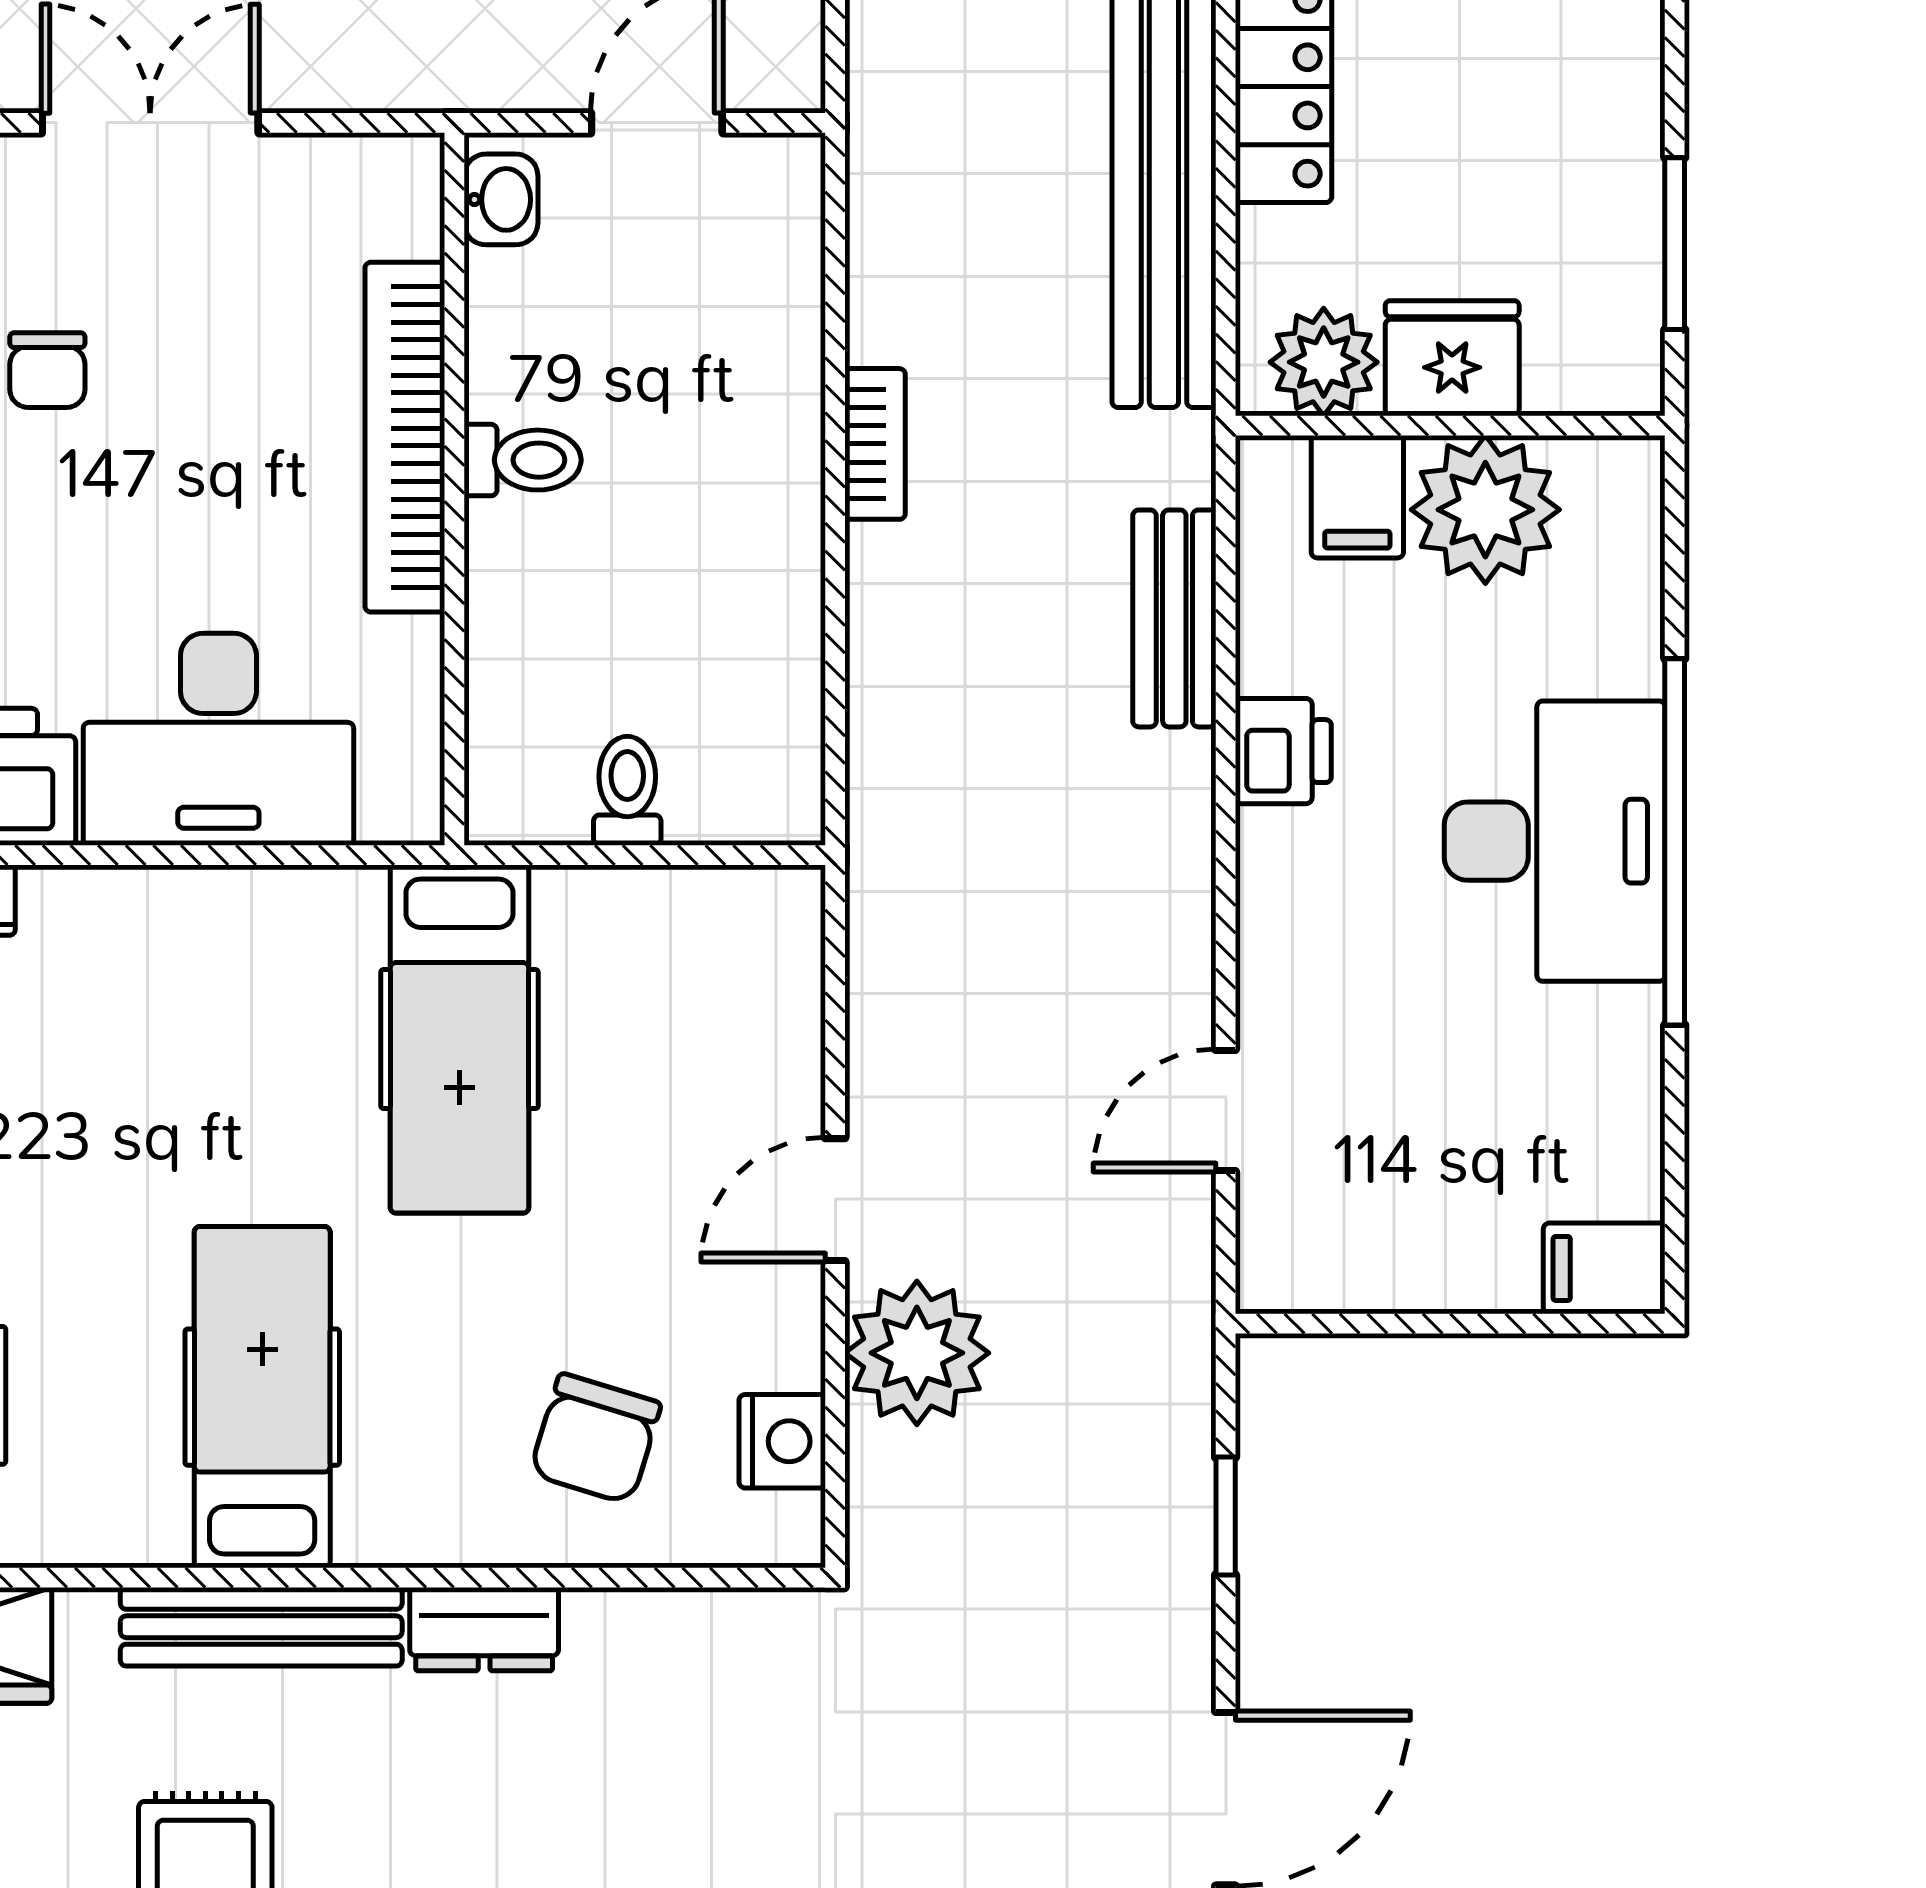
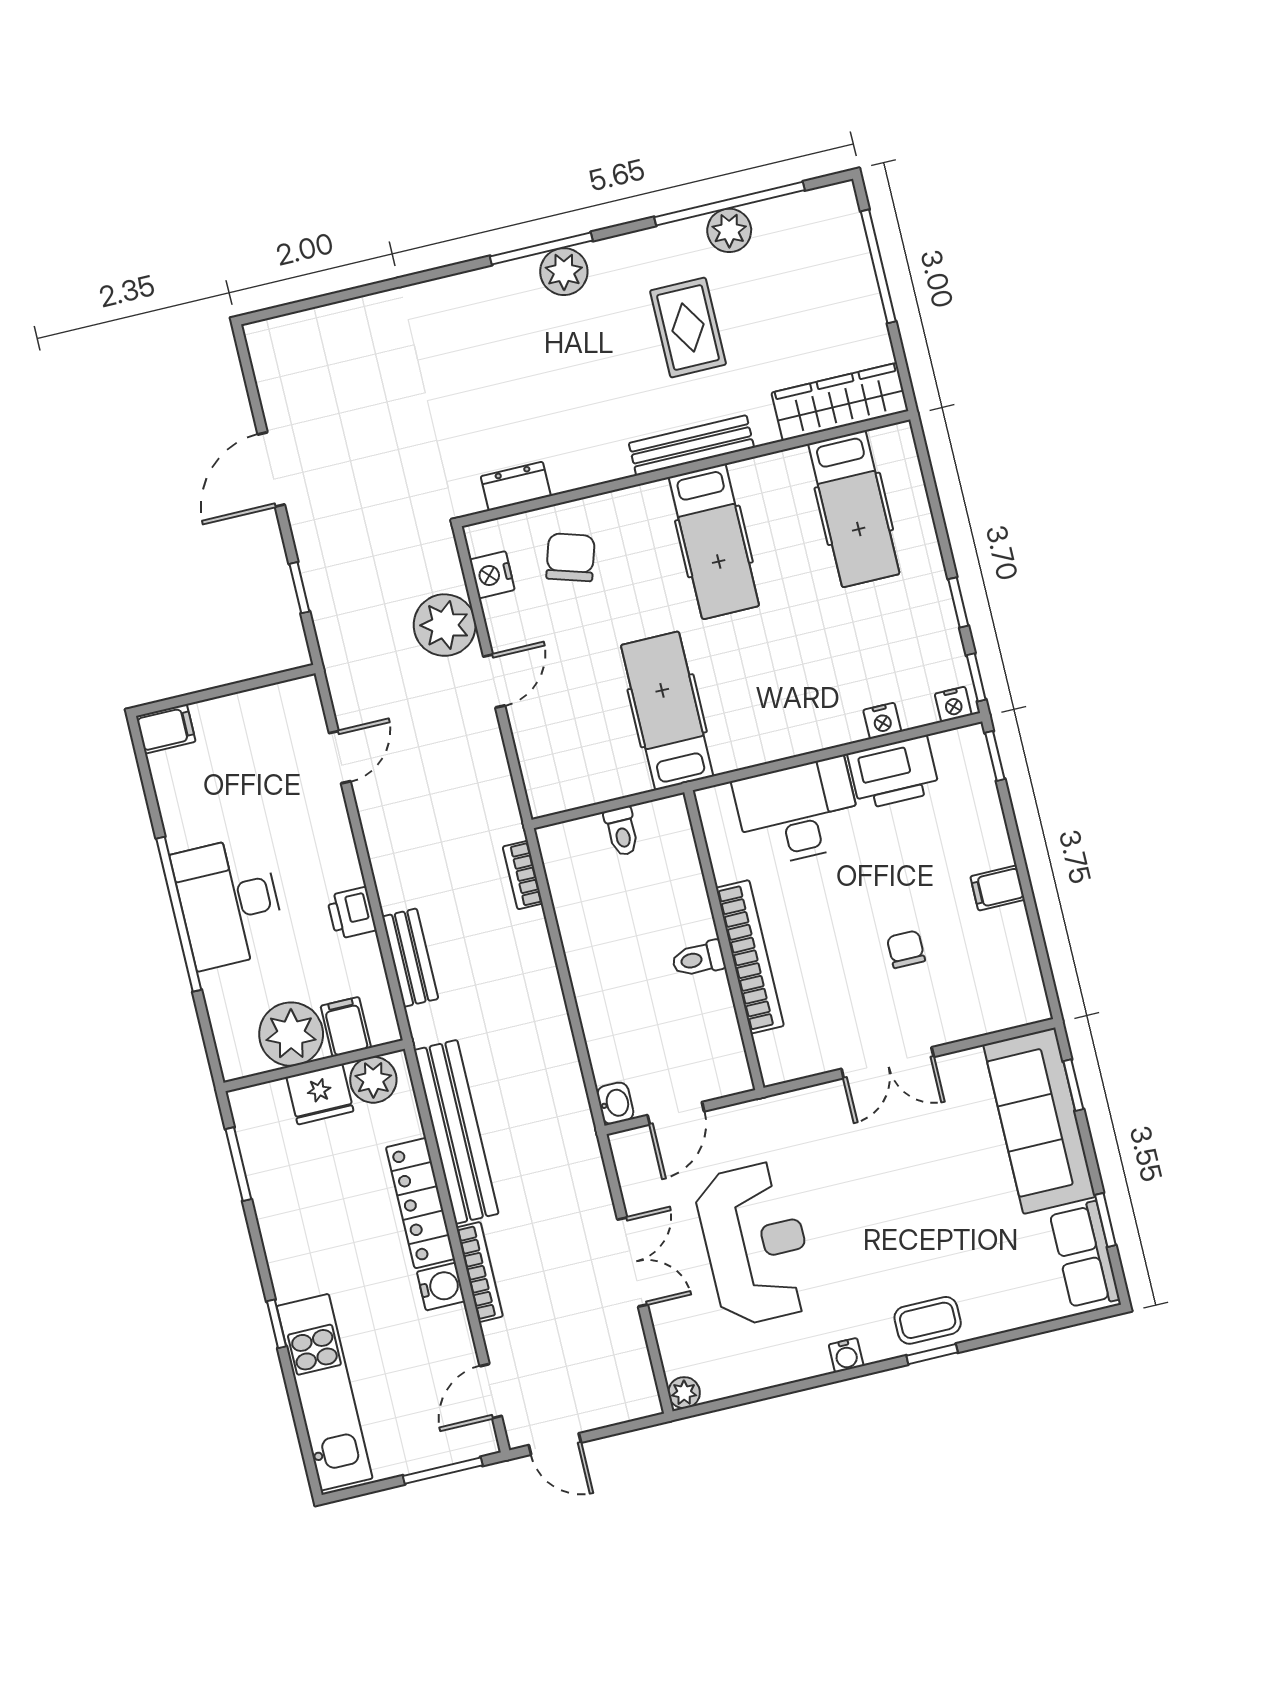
washbasin: (501, 199) -> (615, 1103), moved, turned 180
bookcase: (875, 444) -> (523, 875), moved
dresser: (484, 1629) -> (516, 486), moved

